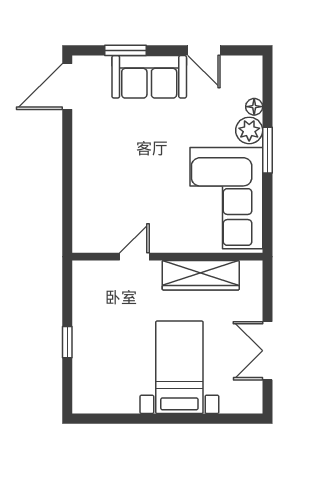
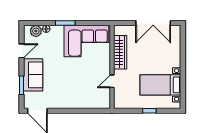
plant: (249, 130) -> (36, 31), moved
door: (134, 257) -> (112, 81), hinge flipped
double door: (267, 351) -> (153, 23), width x1.37
bed with nightstands: (179, 367) -> (160, 85), moved

